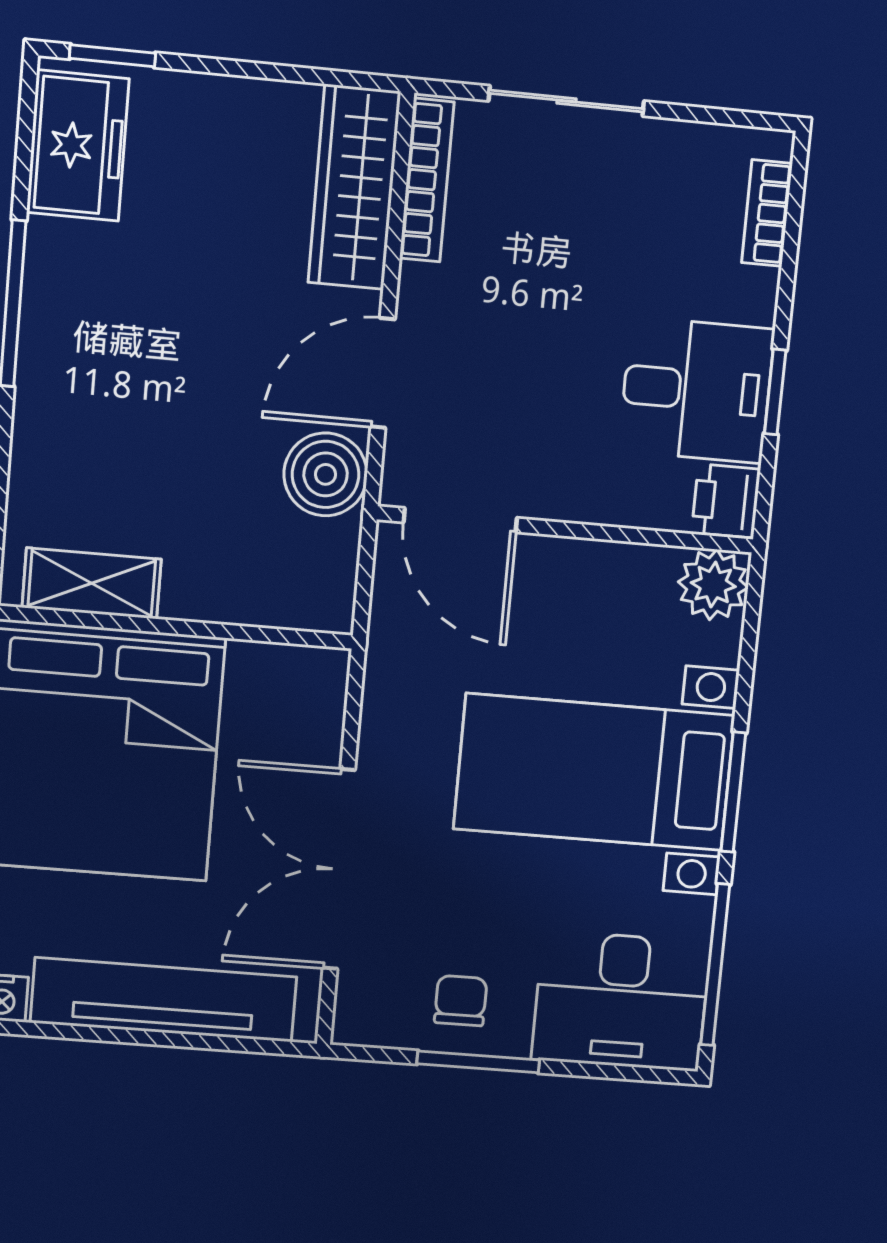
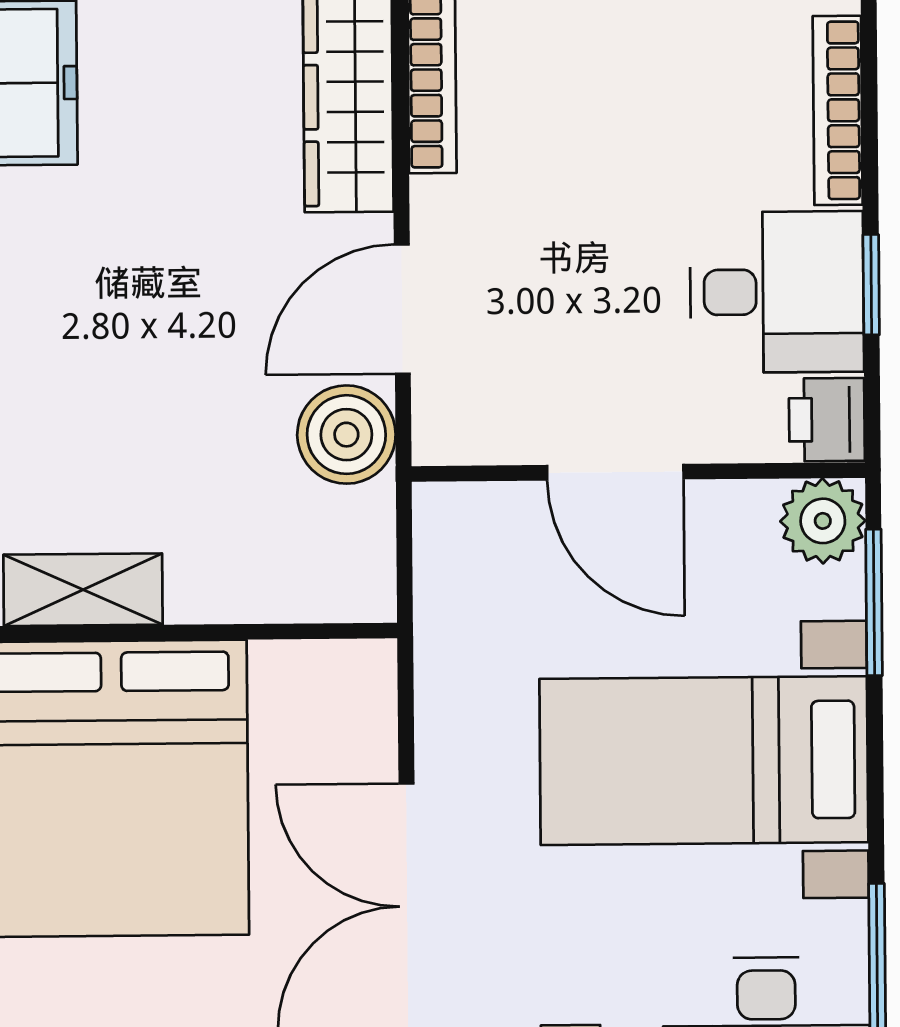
bookcase: (767, 213) -> (838, 110), width x1.56
door: (460, 520) -> (615, 472), moved
window: (733, 792) -> (874, 602), moved

